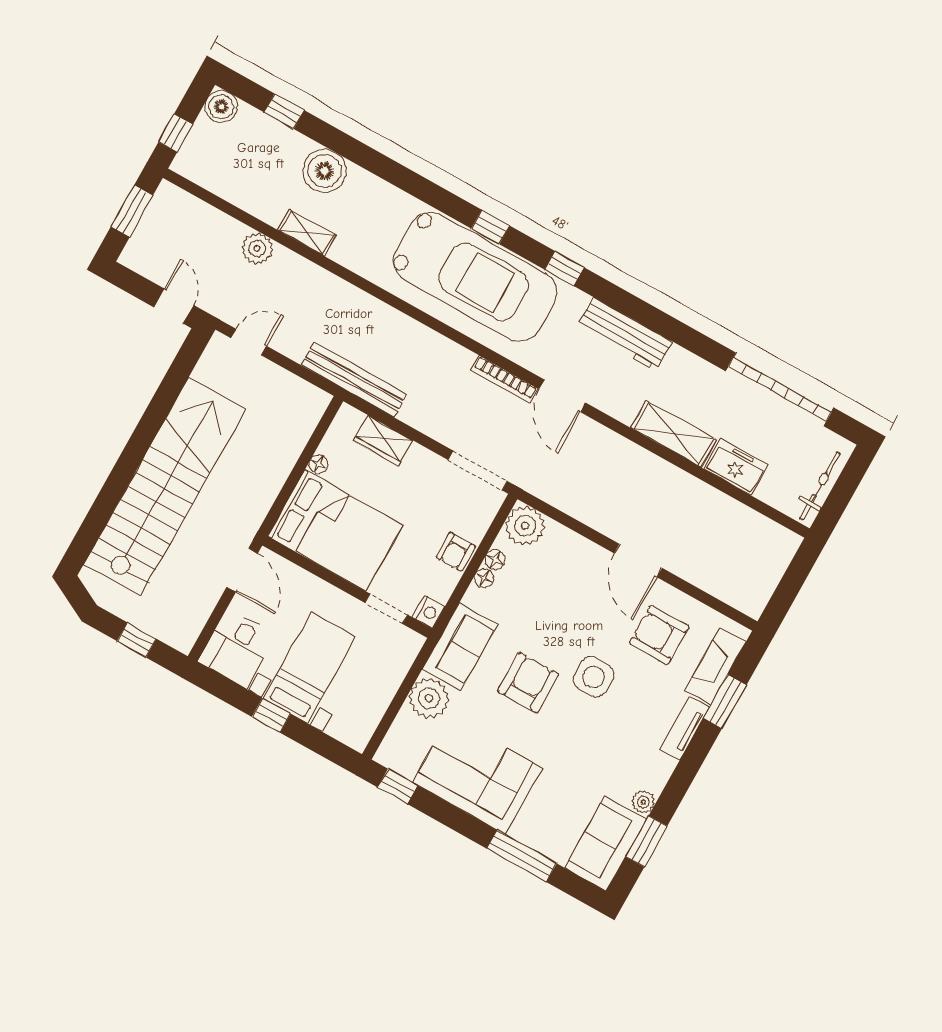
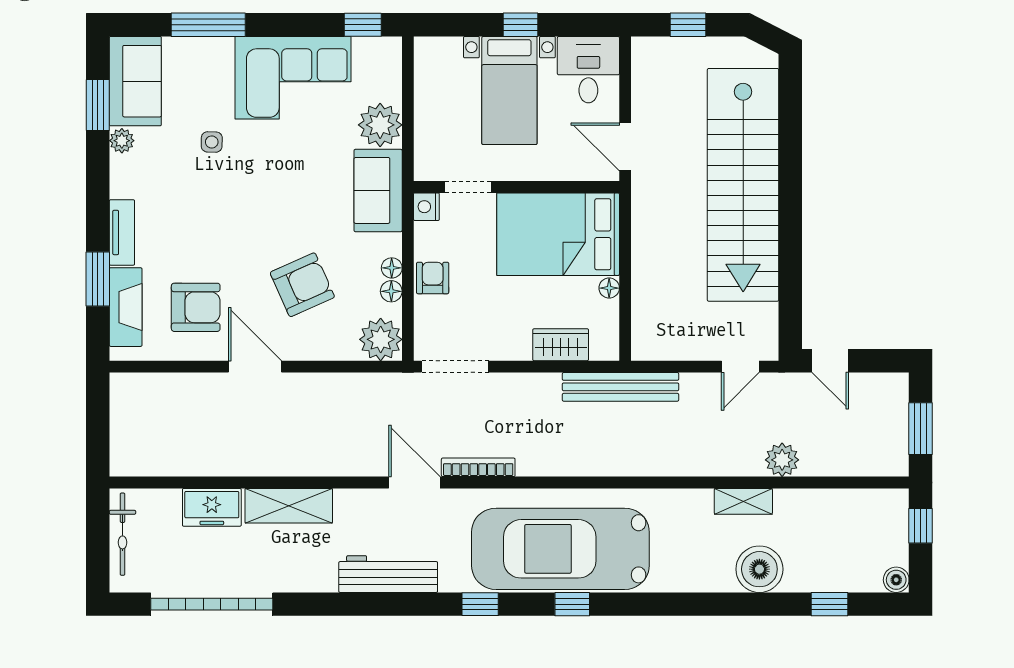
boiler: (221, 107) -> (896, 580), width x0.73, depth x0.73
side table: (593, 677) -> (212, 142), moved, width x0.54, depth x0.54
armchair: (528, 683) -> (302, 285), moved, turned -114

